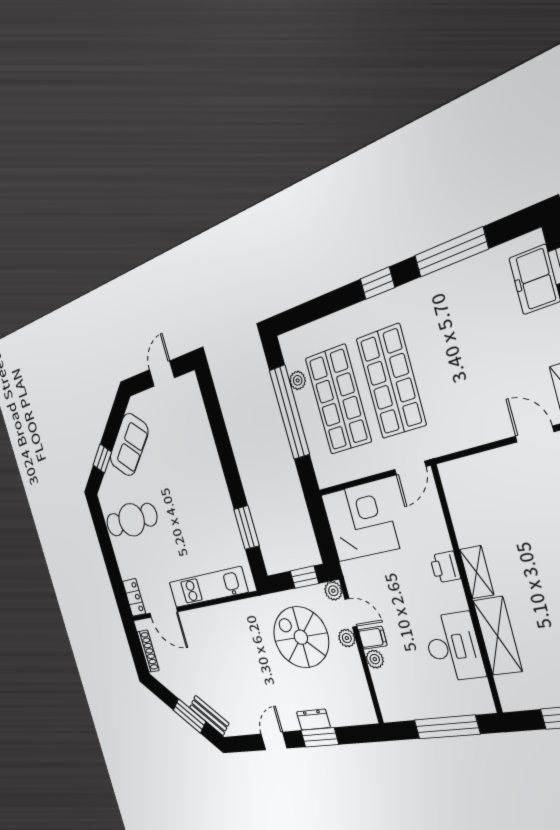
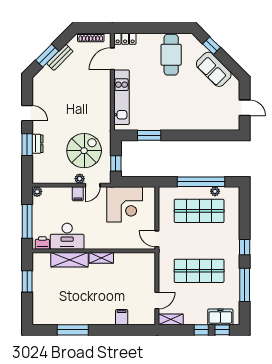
shop shelf: (391, 382) -> (199, 271), moved
corner desk: (360, 521) -> (125, 204), moved
printer: (445, 567) -> (42, 243), moved
plant: (333, 591) -> (106, 178), removed
plant: (375, 659) -> (37, 192), moved
bench: (209, 715) -> (60, 57), moved

